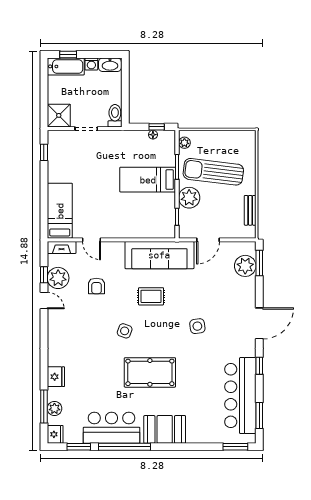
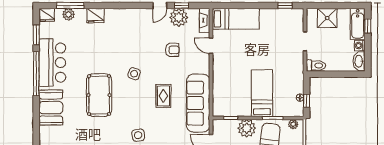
shower: (59, 115) -> (327, 18), moved
door: (92, 240) -> (211, 46), hinge flipped
armchair: (96, 286) -> (172, 50), turned 180

